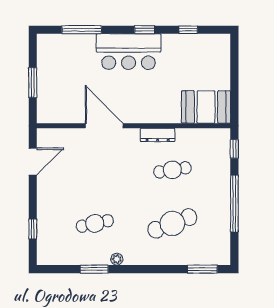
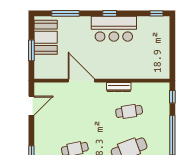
window: (188, 30) -> (157, 13), moved
bar counter: (129, 52) -> (114, 29), moved
booth: (206, 107) -> (46, 37), moved, turned 90

